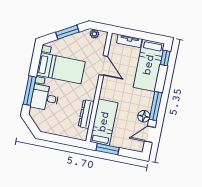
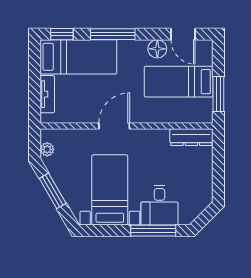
door: (103, 65) -> (114, 126), moved
window: (156, 106) -> (113, 34), moved
dresser: (86, 114) -> (191, 137), moved
bed: (104, 122) -> (179, 82), moved

